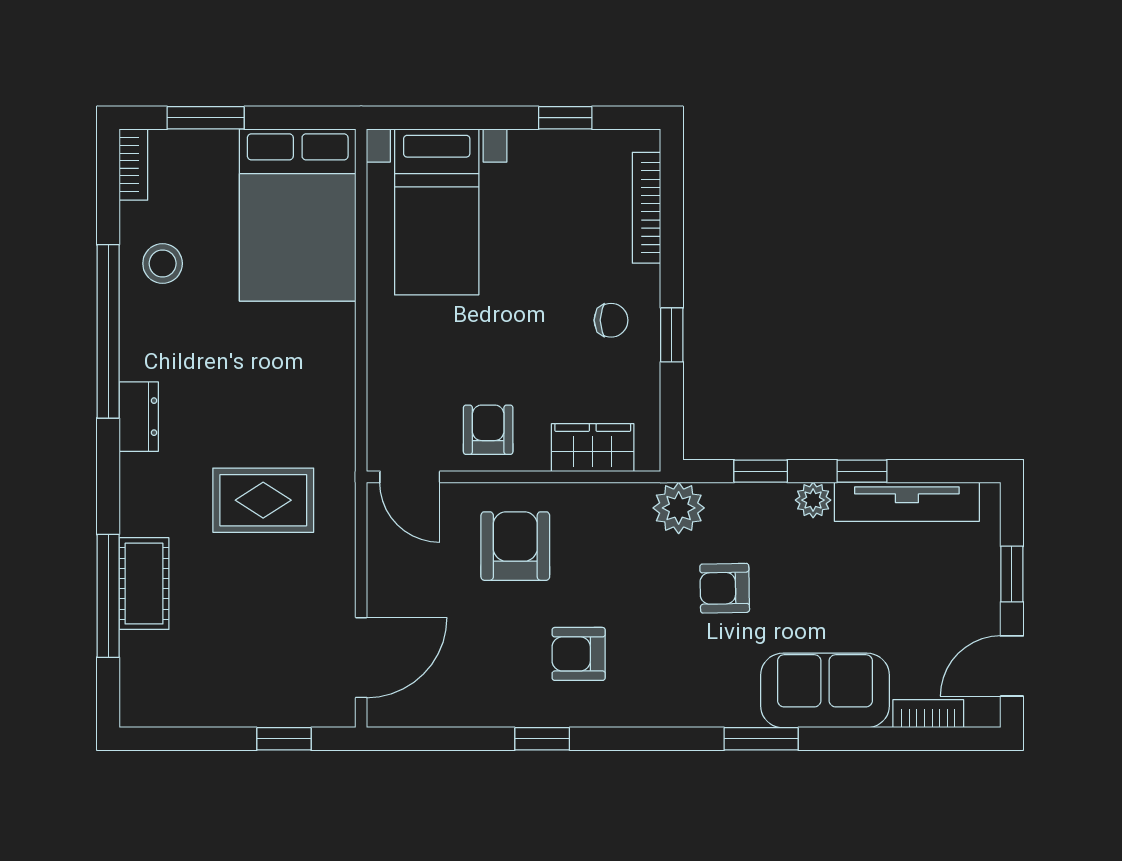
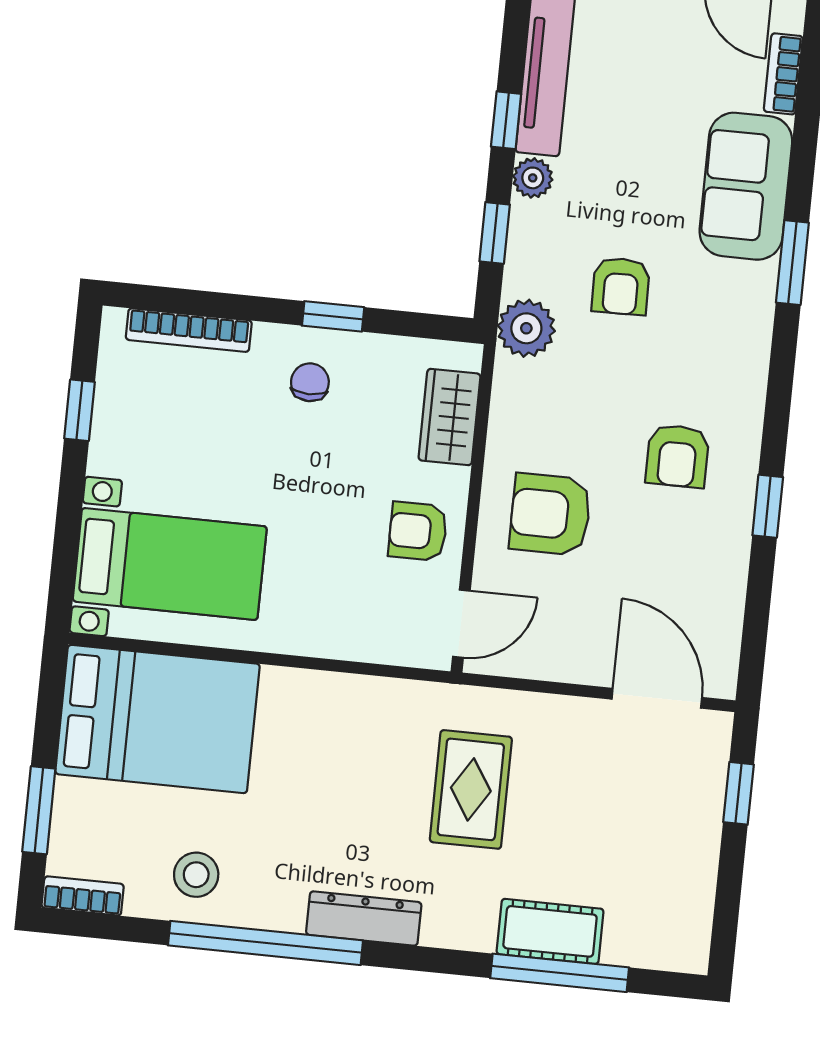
dresser: (139, 417) -> (364, 918), width x1.44

